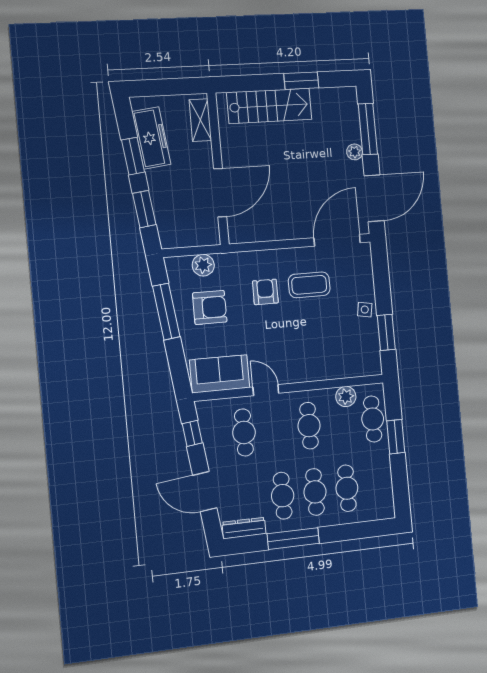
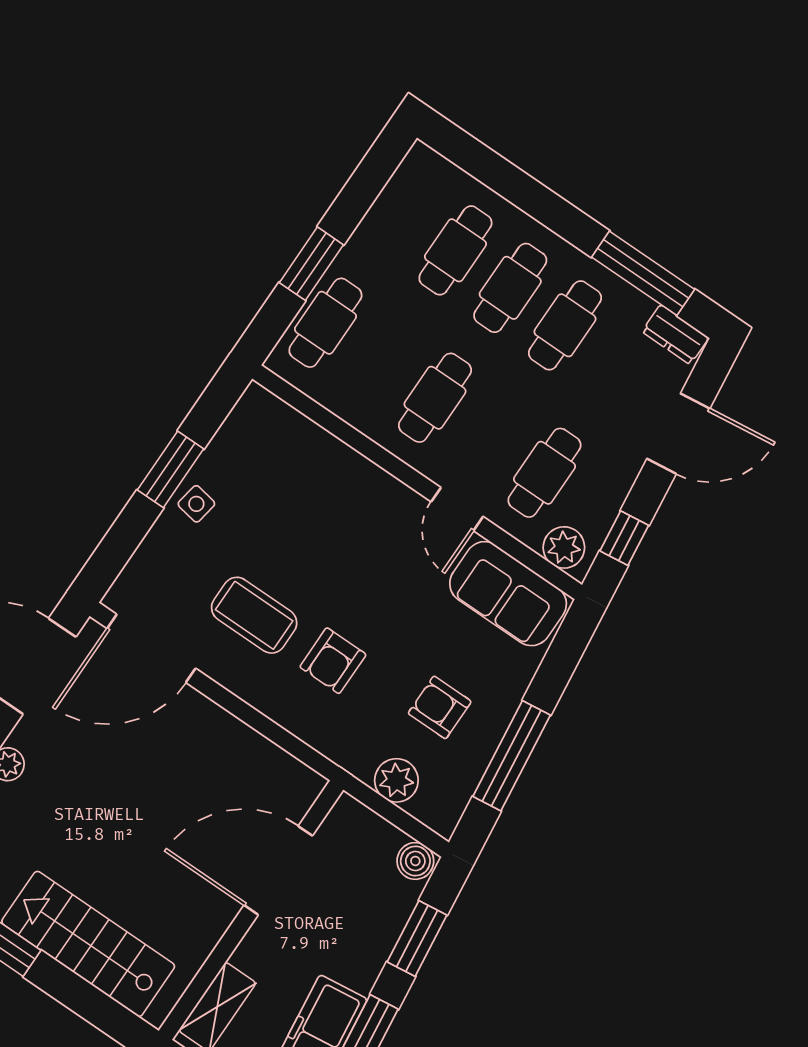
boiler: (170, 239) -> (415, 861), added
armchair: (210, 307) -> (440, 707), width x0.72, depth x0.72
window: (386, 332) -> (171, 469), moved
plant: (346, 396) -> (564, 547), moved
door: (205, 492) -> (678, 434), hinge flipped
dresser: (244, 528) -> (675, 335), width x0.70
window: (293, 539) -> (643, 273), moved

